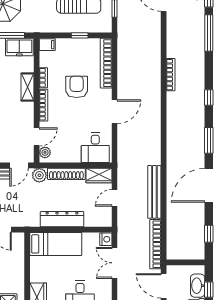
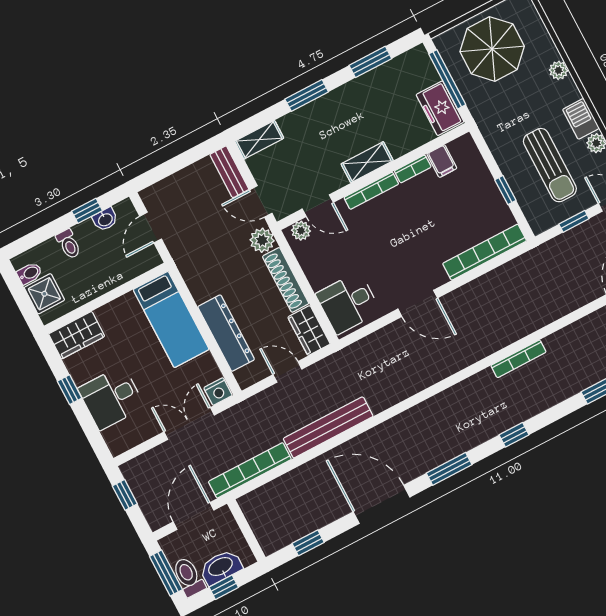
filing cabinet: (47, 45) -> (442, 161), moved
shelving: (28, 87) -> (367, 162), moved
armchair: (77, 87) -> (425, 226), removed
dresser: (62, 219) -> (226, 333), moved

